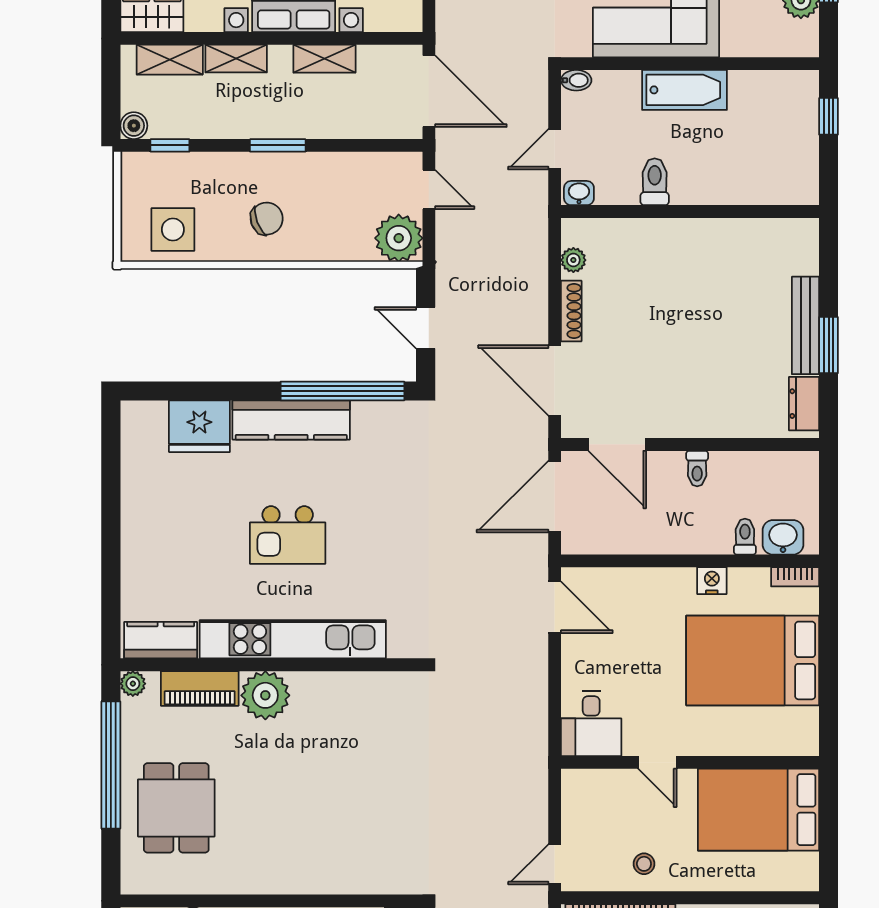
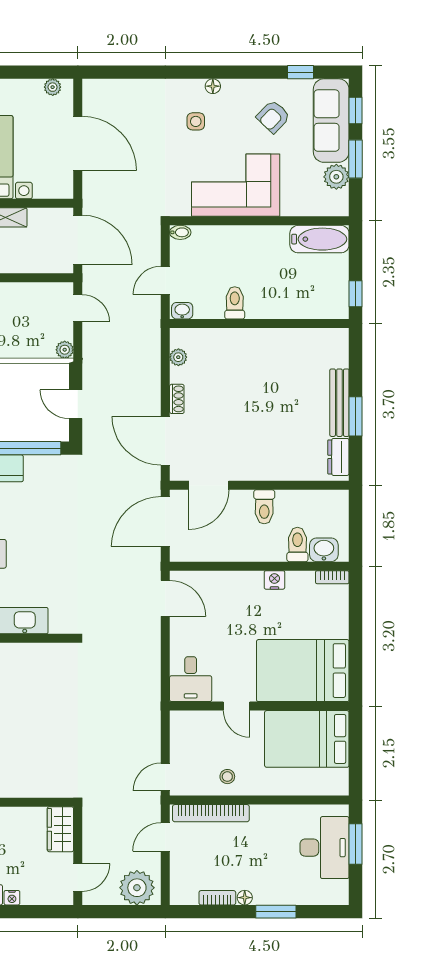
bathtub: (684, 90) -> (319, 239), moved
window: (829, 116) -> (356, 294), moved
plant: (399, 238) -> (65, 350), width x0.53, depth x0.53
shoe rack: (571, 311) -> (177, 399), width x0.70
door: (617, 444) -> (209, 485), hinge flipped
toilet: (697, 469) -> (264, 507), width x1.37, depth x1.39
toilet: (745, 537) -> (297, 545), width x1.37, depth x1.39
bed: (753, 660) -> (303, 671), moved

